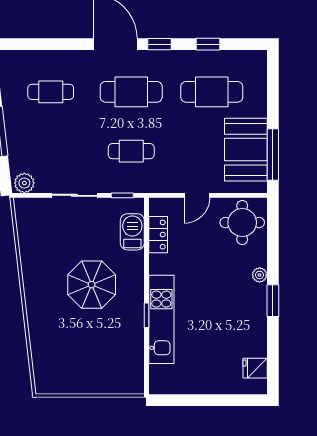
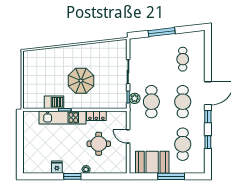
cafe table: (131, 151) -> (151, 102), width x1.37, depth x1.35
window: (273, 155) -> (171, 176), moved
plant: (24, 183) -> (135, 98), moved
round table: (242, 223) -> (99, 144), moved
barbecue: (132, 232) -> (54, 102), moved
locker: (158, 235) -> (96, 116), moved
fridge: (255, 368) -> (57, 167), moved

